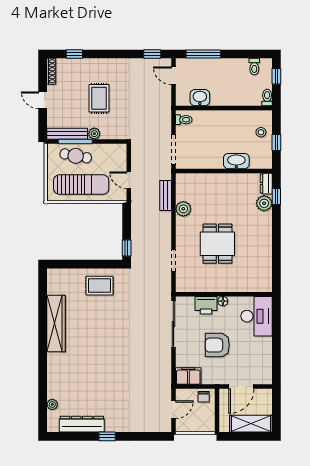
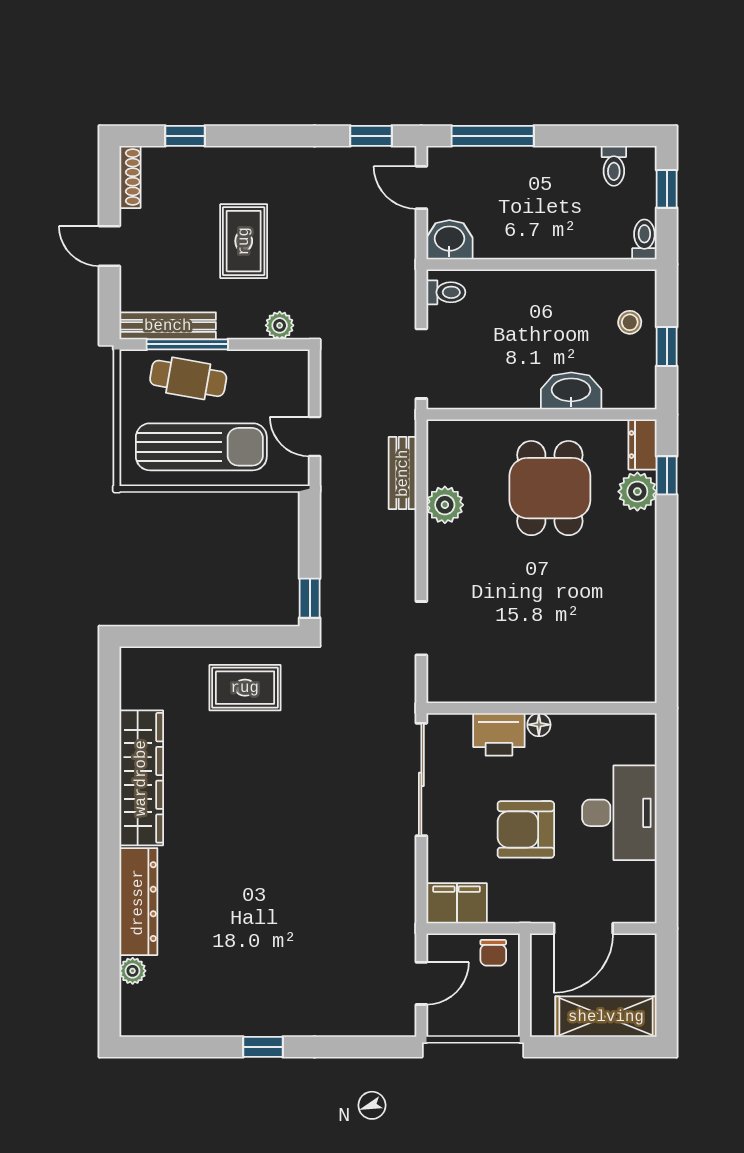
washbasin: (200, 98) -> (449, 240), moved
plant: (94, 134) -> (280, 325), moved
dining table: (217, 244) -> (550, 488), moved
desk: (257, 316) -> (619, 813), moved
dresser: (82, 424) -> (138, 902), moved, turned 90

